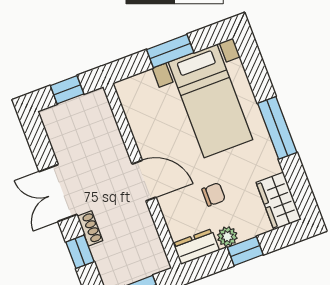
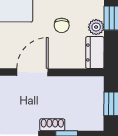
chair: (214, 194) -> (62, 25), turned 180

